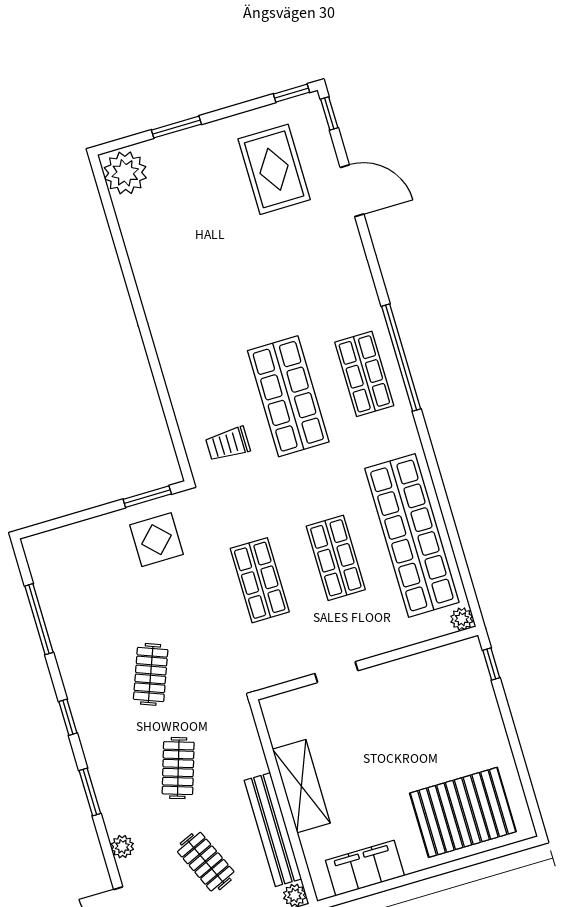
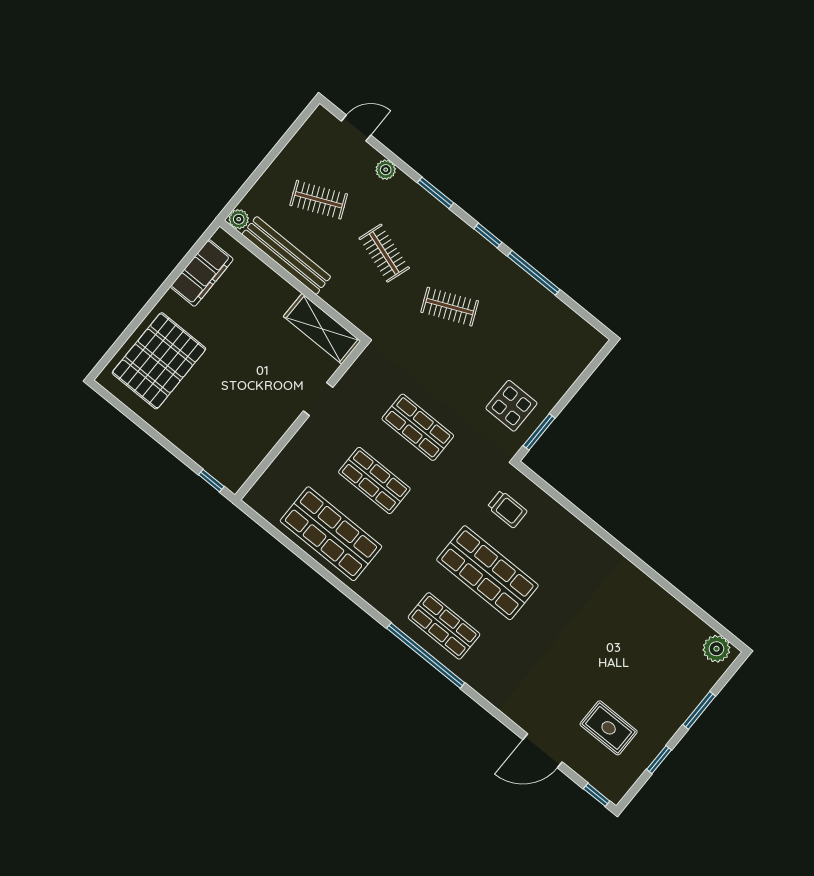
window: (292, 93) -> (659, 760), moved
rug: (274, 169) -> (609, 728), width x0.73, depth x0.70
plant: (125, 173) -> (716, 649), width x0.73, depth x0.73
trolley: (228, 444) -> (507, 509), turned 90
shop shelf: (412, 535) -> (331, 534), width x0.71
window: (39, 619) -> (534, 273), moved
plant: (462, 619) -> (254, 498), removed
clothes rail: (151, 674) -> (450, 307), turned -45
shelving: (301, 786) -> (322, 329), moved

